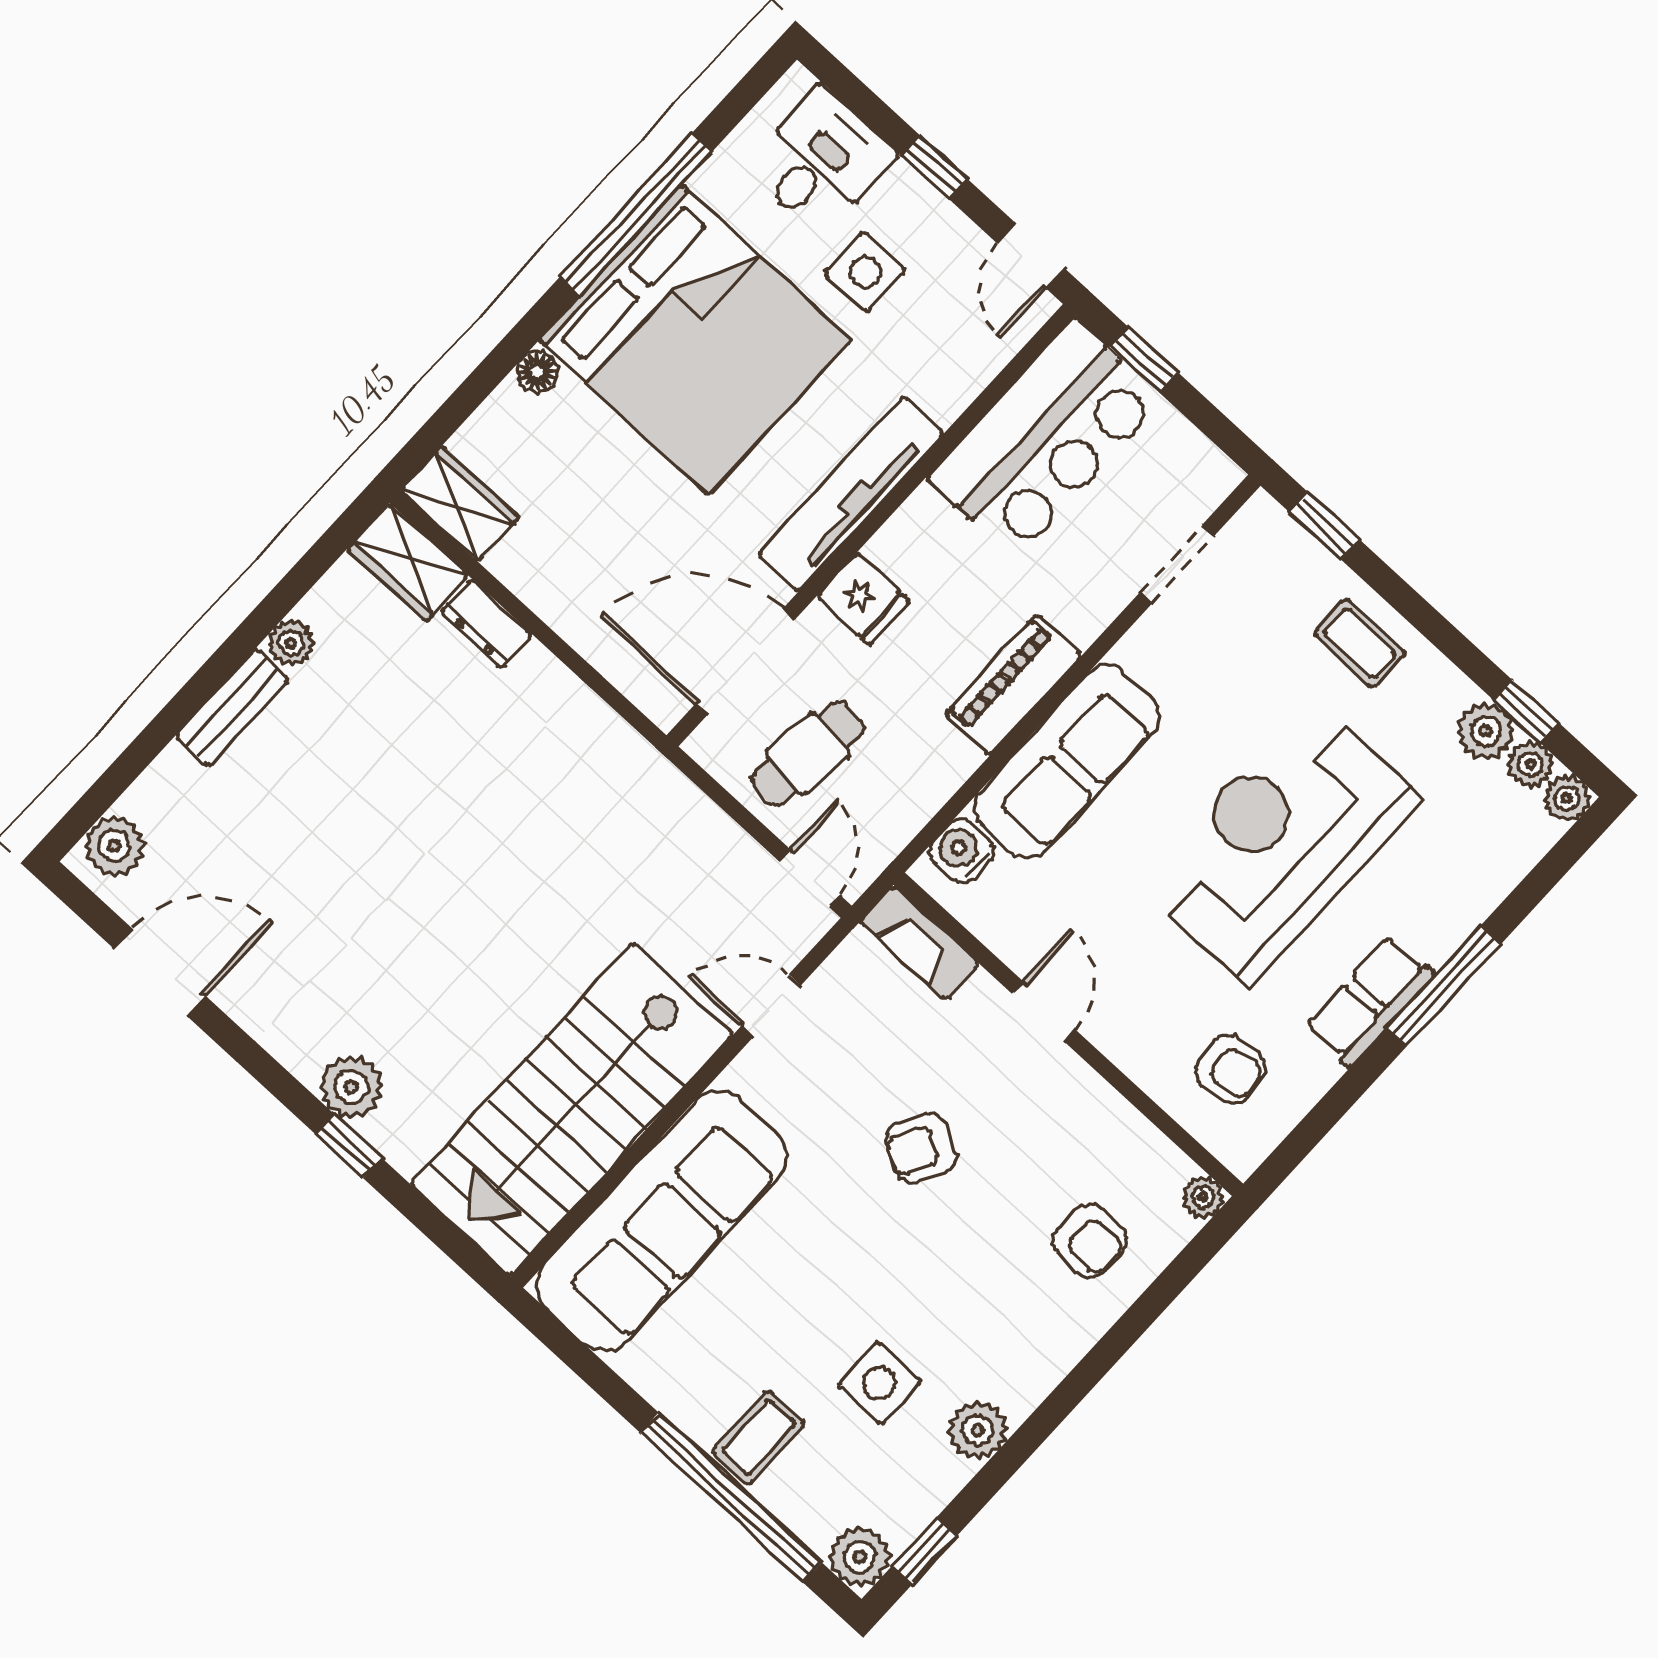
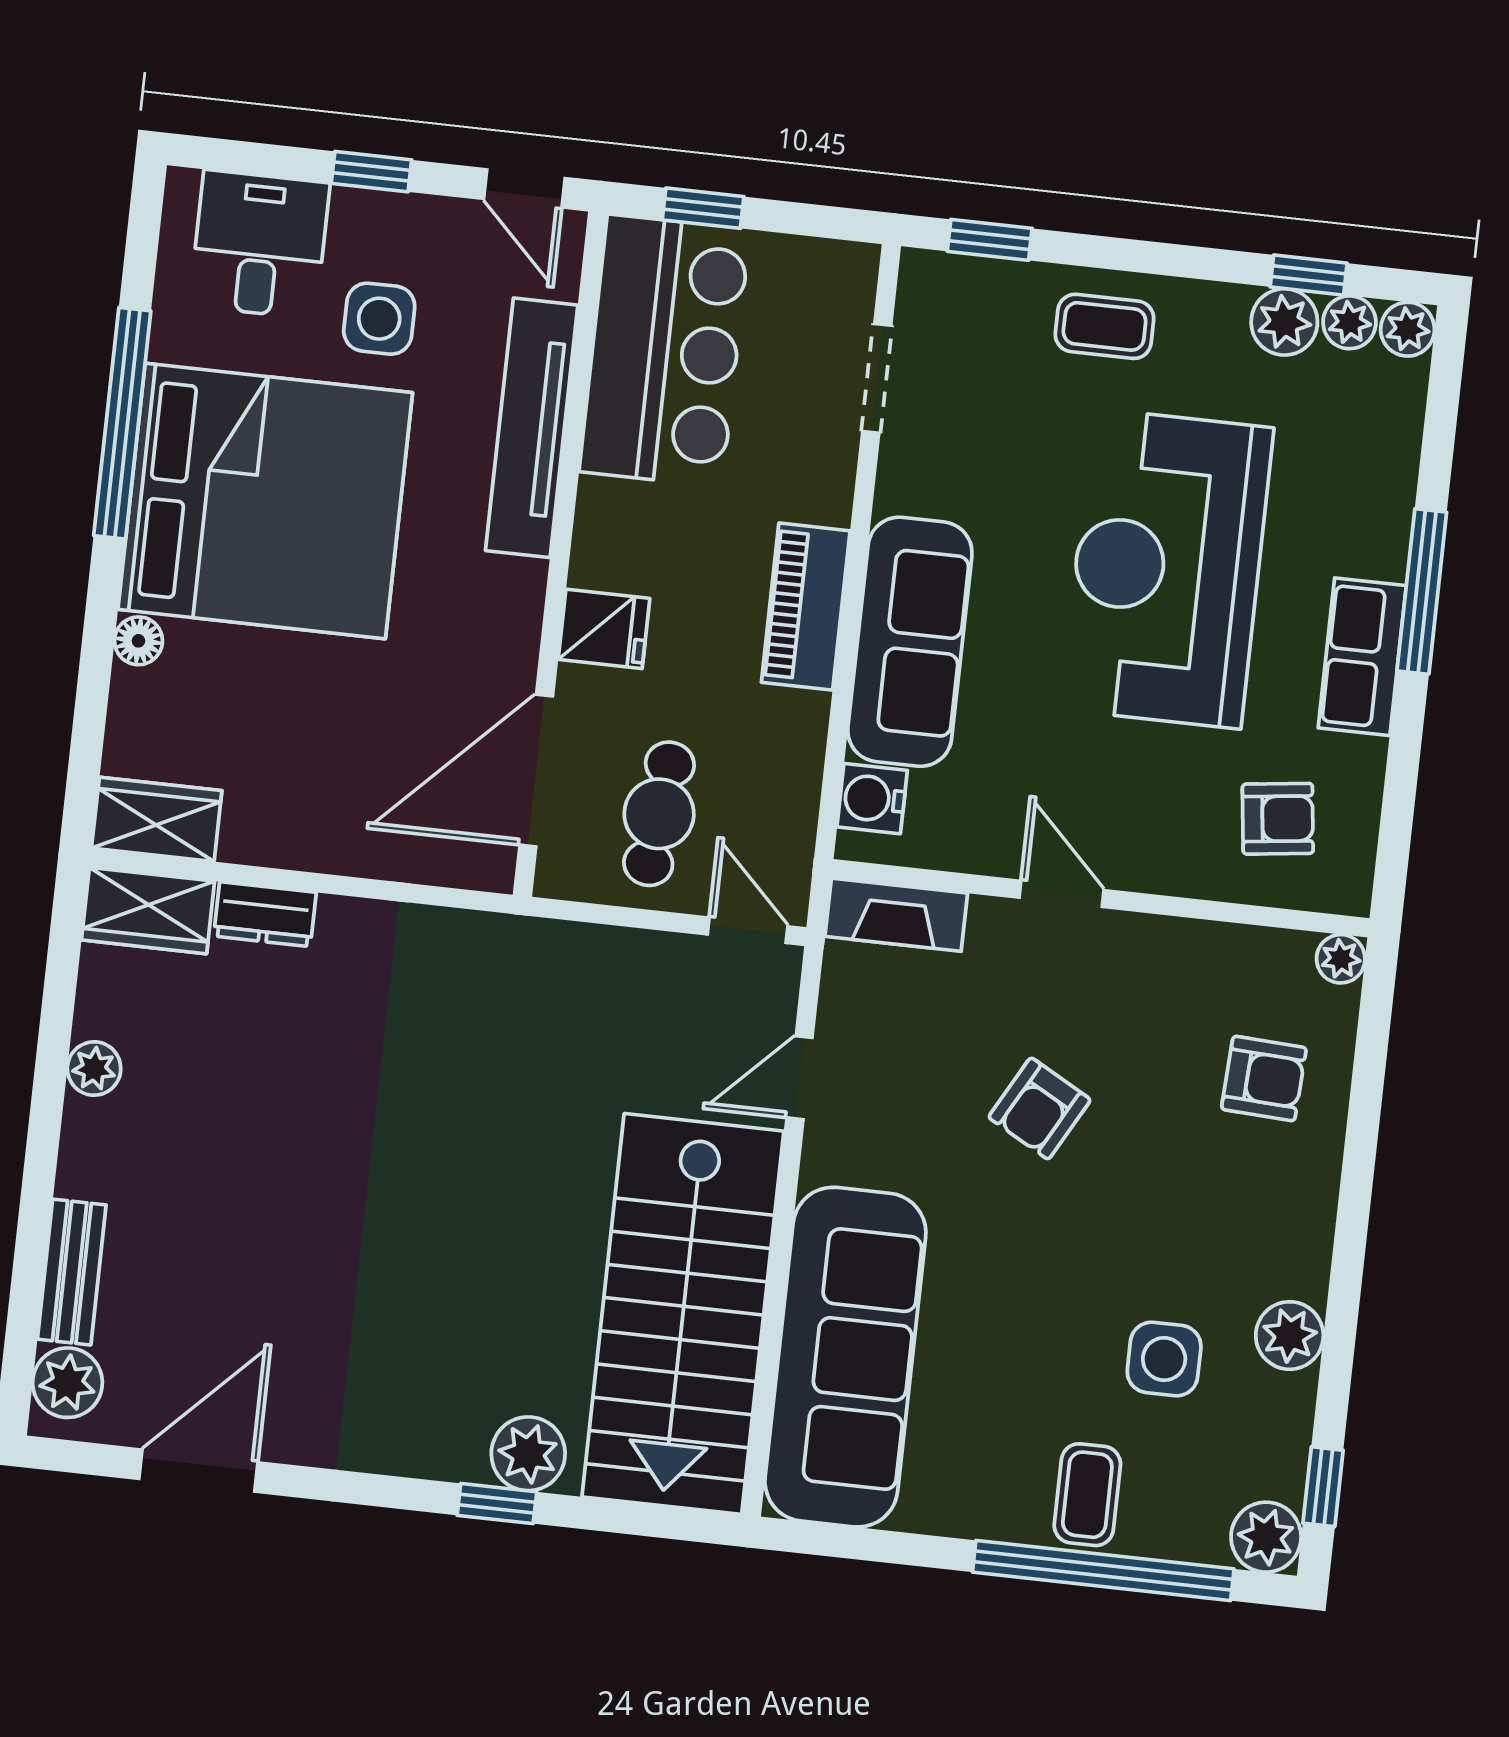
tv unit: (851, 494) -> (532, 428), moved
bench: (232, 708) -> (72, 1272), moved
plant: (351, 1087) -> (528, 1454), moved

